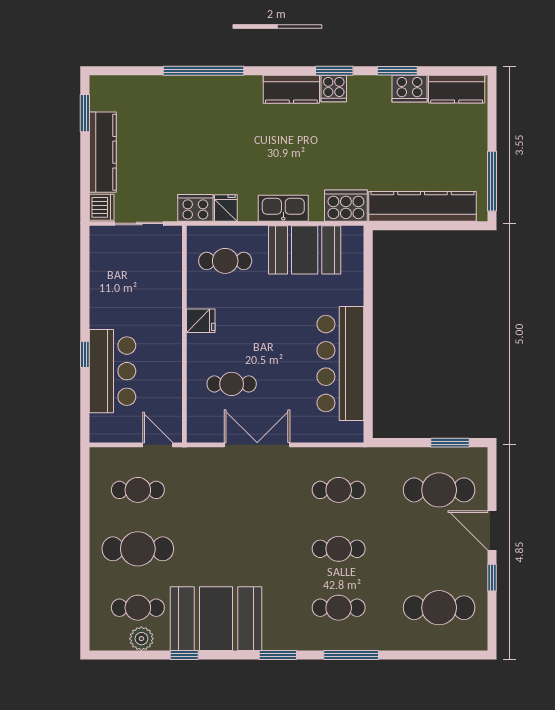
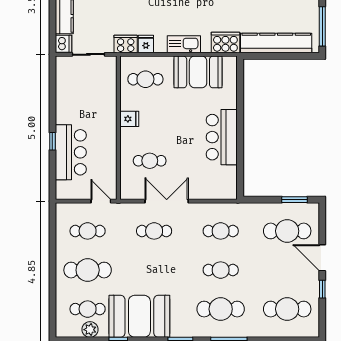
bar counter: (340, 364) -> (222, 137), width x0.73
cafe table: (238, 490) -> (154, 231), added
cafe table: (339, 608) -> (221, 309), width x1.37, depth x1.35

